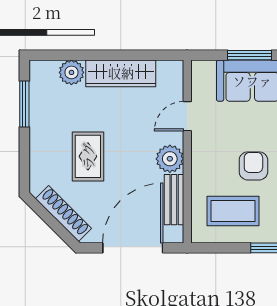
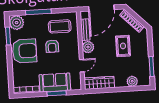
wardrobe: (121, 73) -> (99, 83), moved

